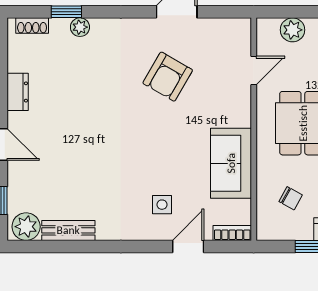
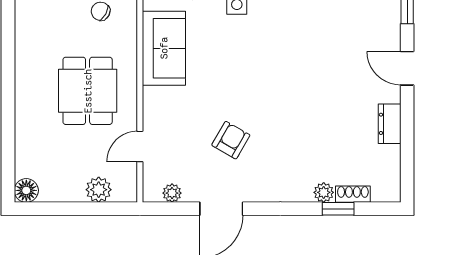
shoe rack: (32, 26) -> (353, 194), moved
plant: (223, 27) -> (172, 193), added
armchair: (168, 77) -> (231, 140), width x0.72, depth x0.72

